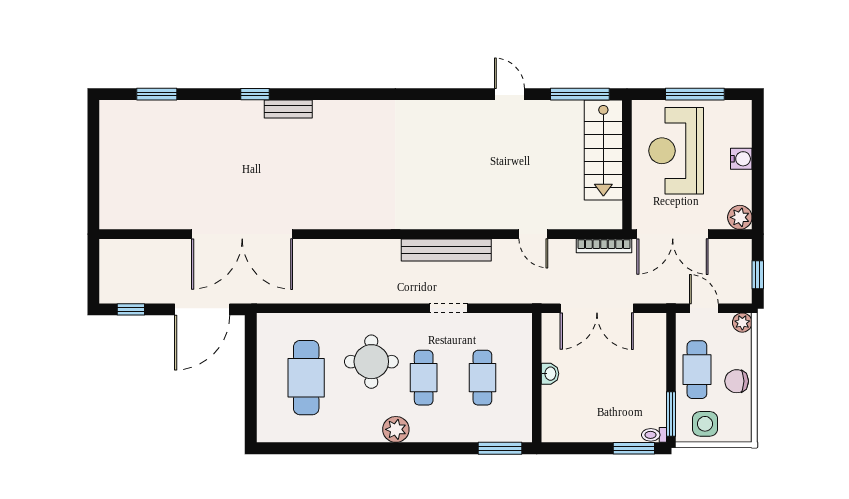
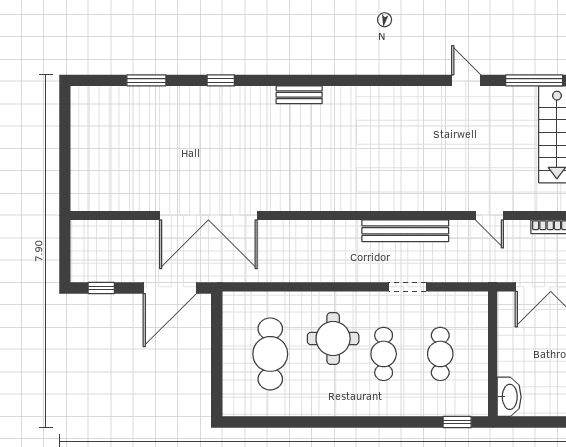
window: (157, 94) -> (146, 80), moved
bench: (288, 109) -> (299, 95), moved
washbasin: (550, 374) -> (509, 397), moved, width x1.91, depth x1.45
plant: (396, 429) -> (357, 404), removed
window: (500, 448) -> (457, 422), width x0.67

